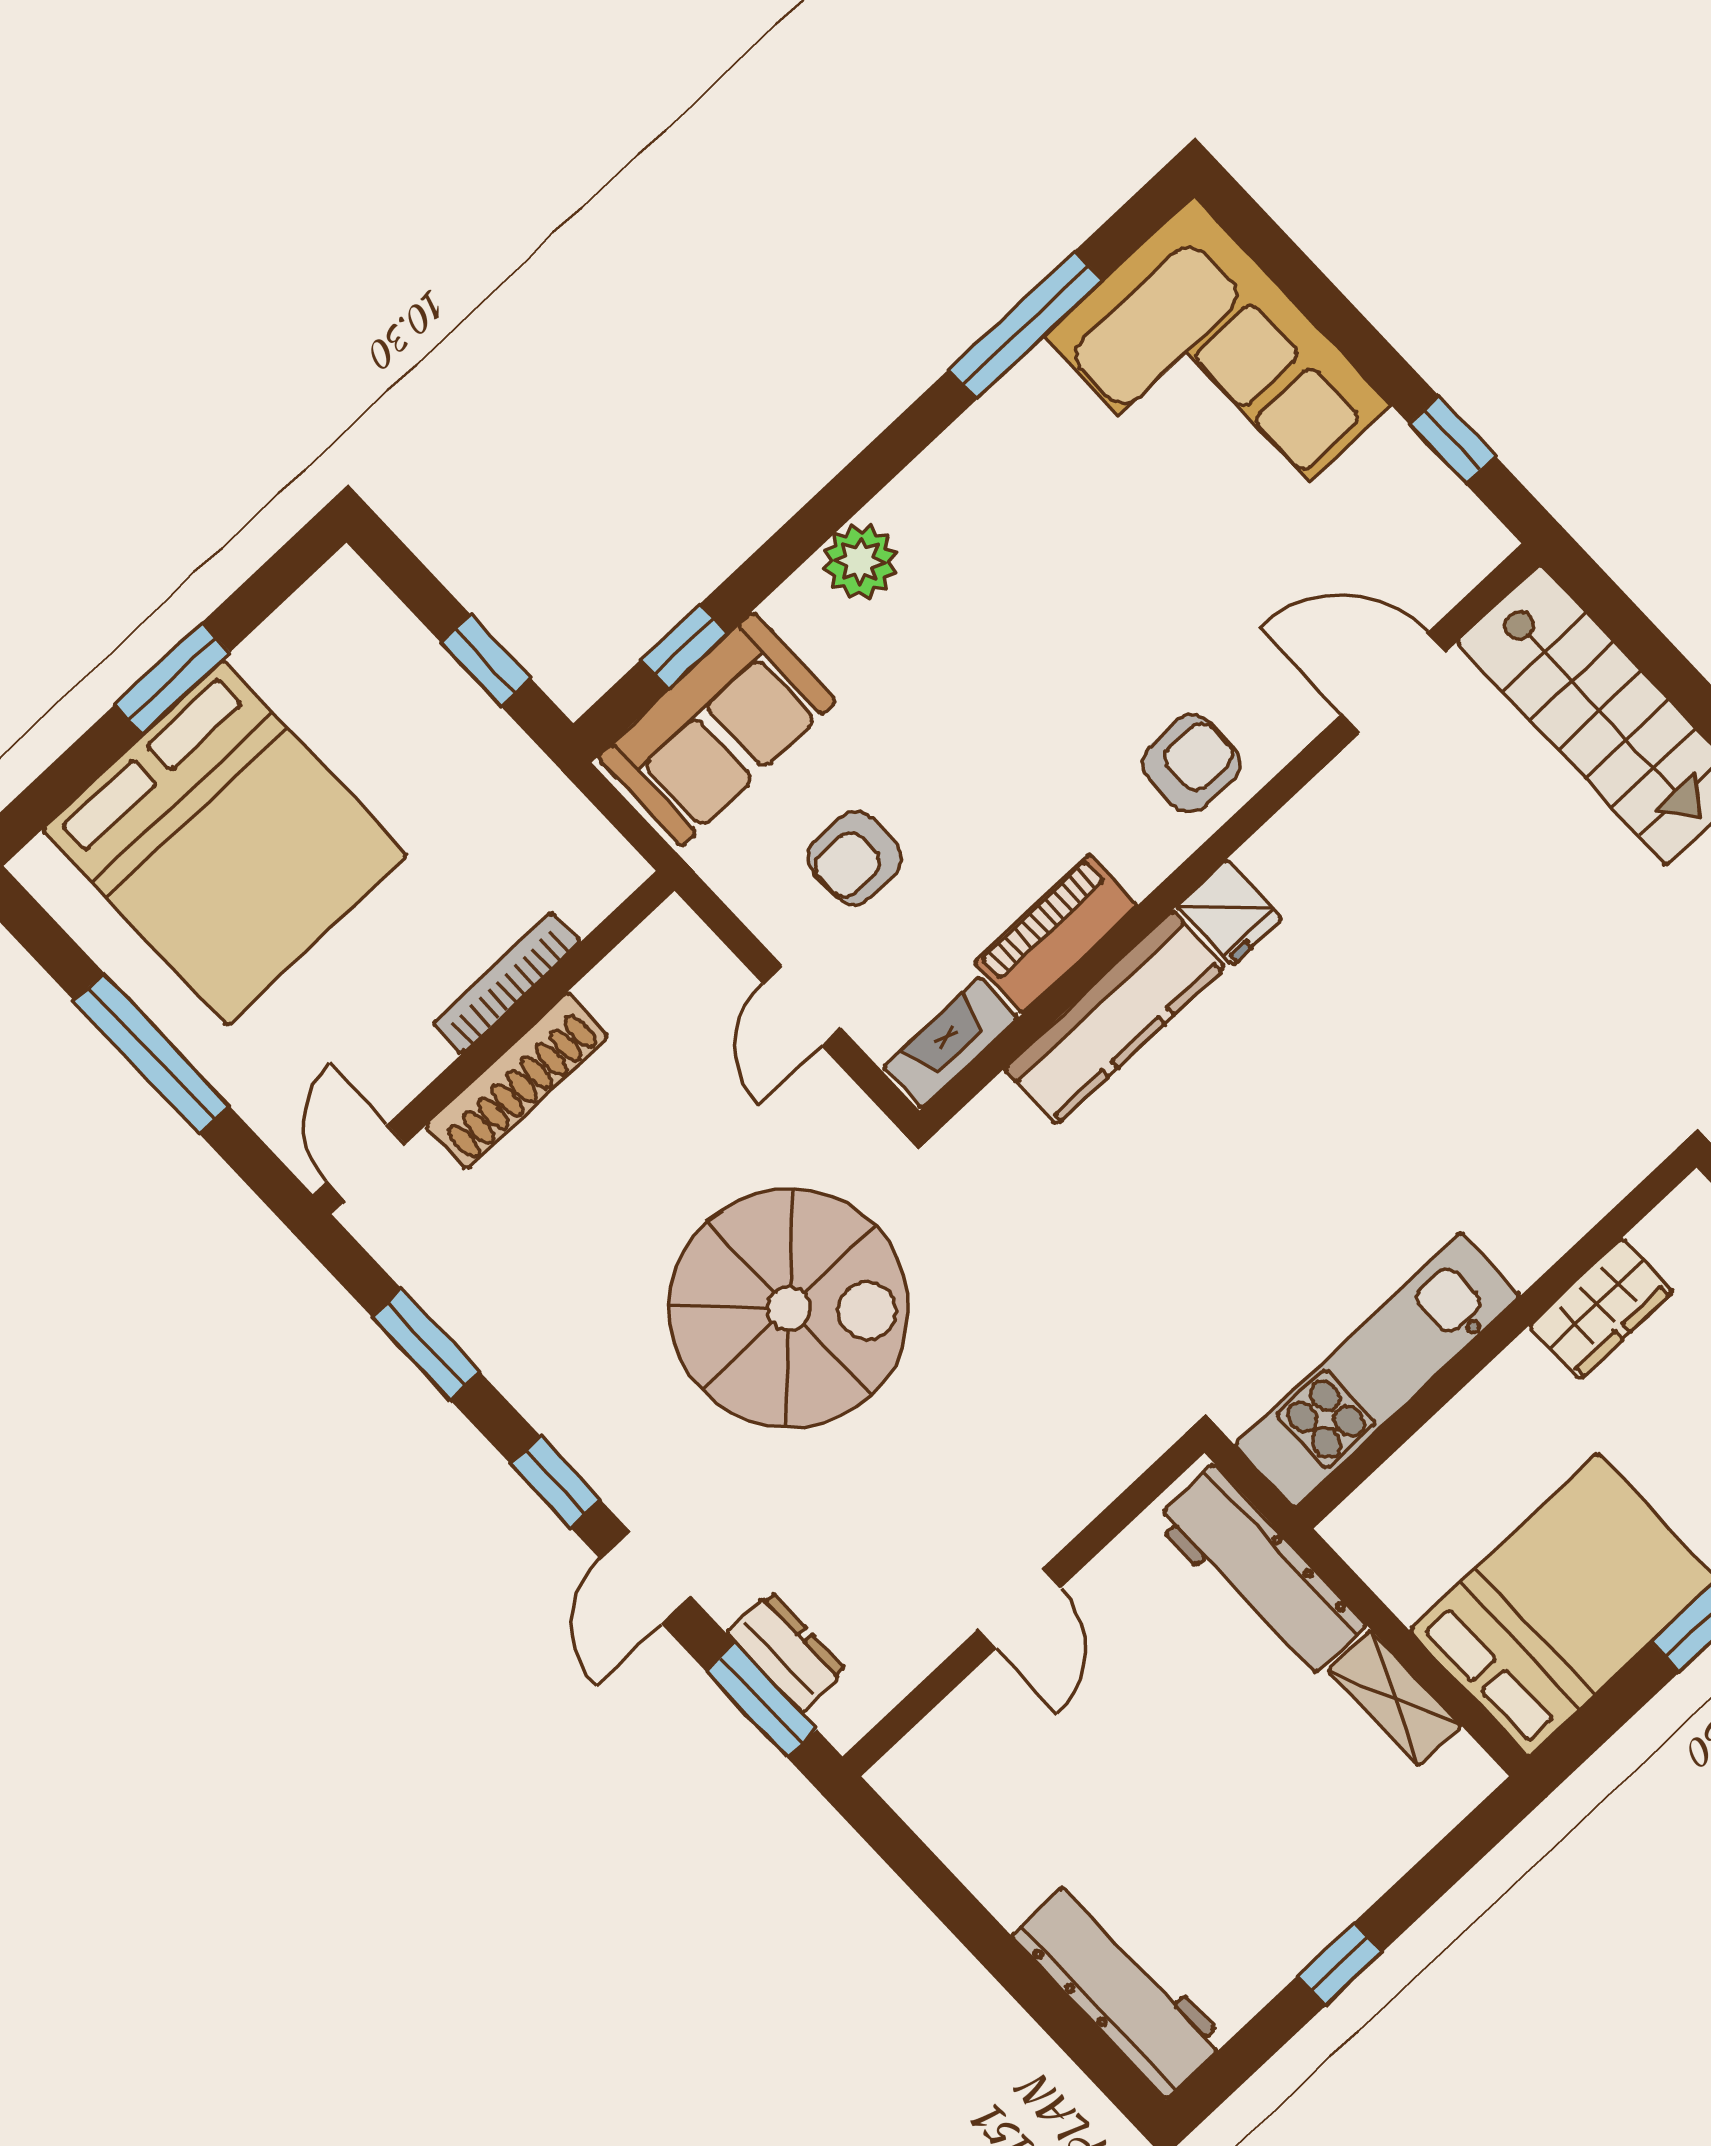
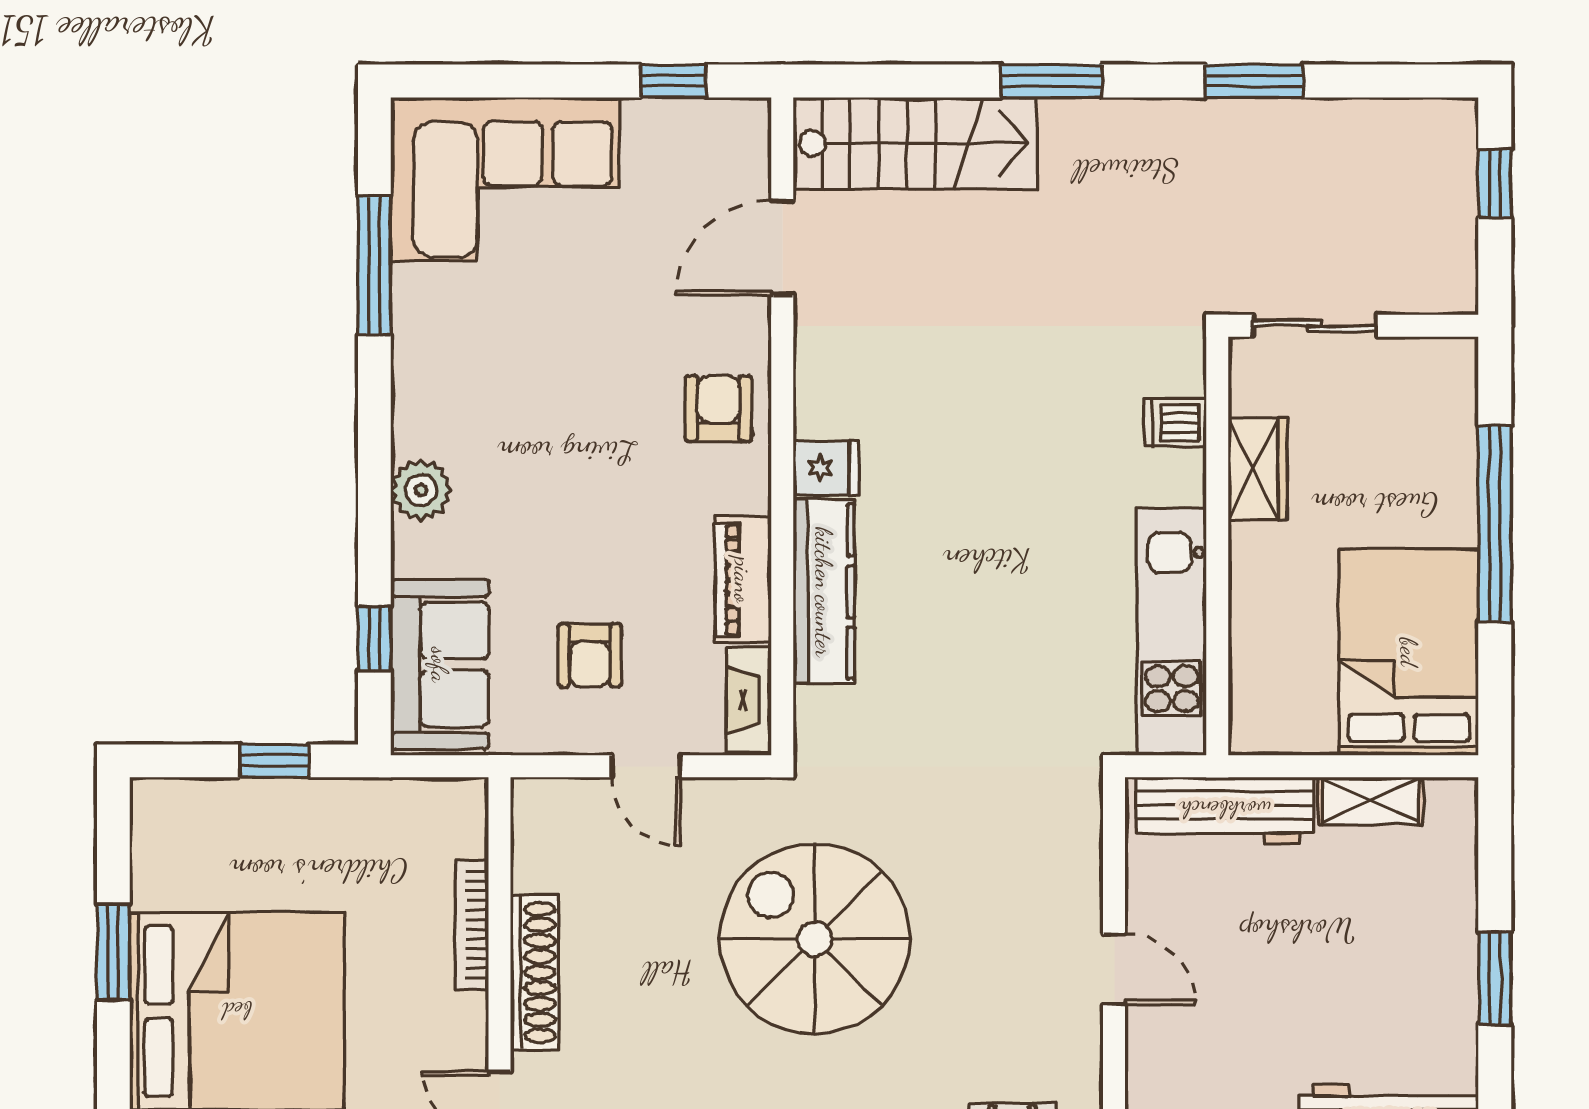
dishwasher: (1572, 1194) -> (1175, 423), added
spiral stairs: (789, 1308) -> (815, 939), turned -90
window: (1339, 1965) -> (1495, 978), width x1.50

